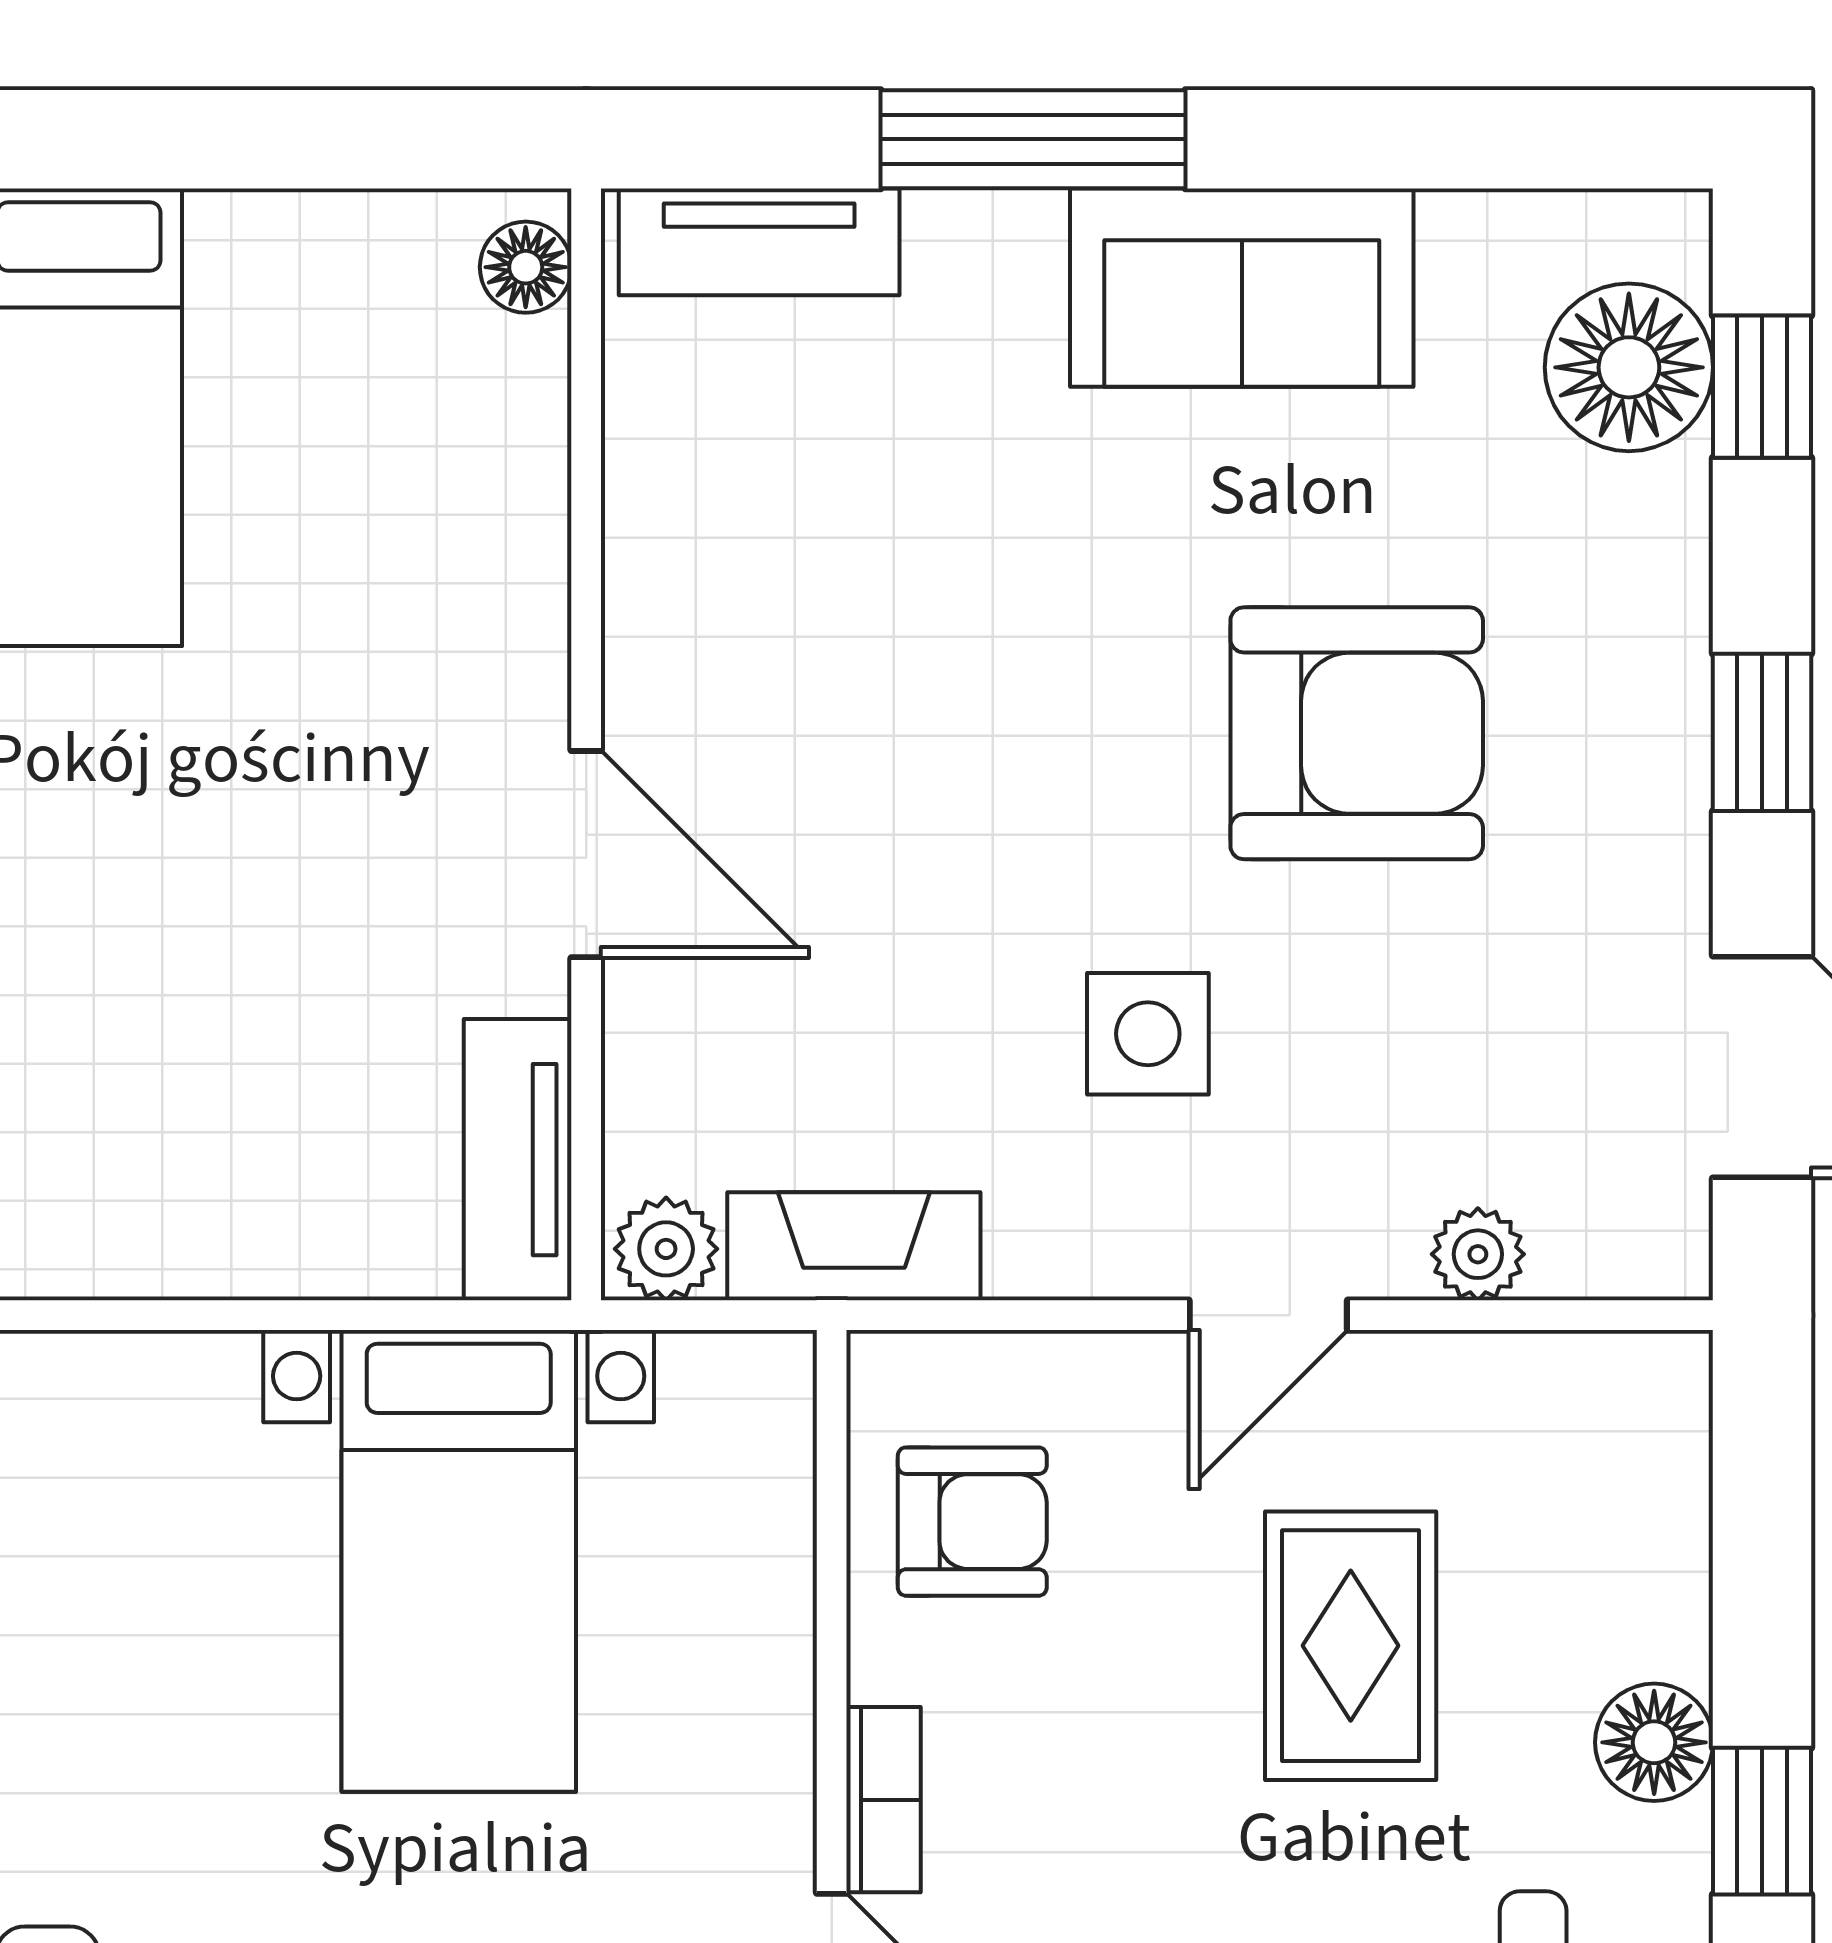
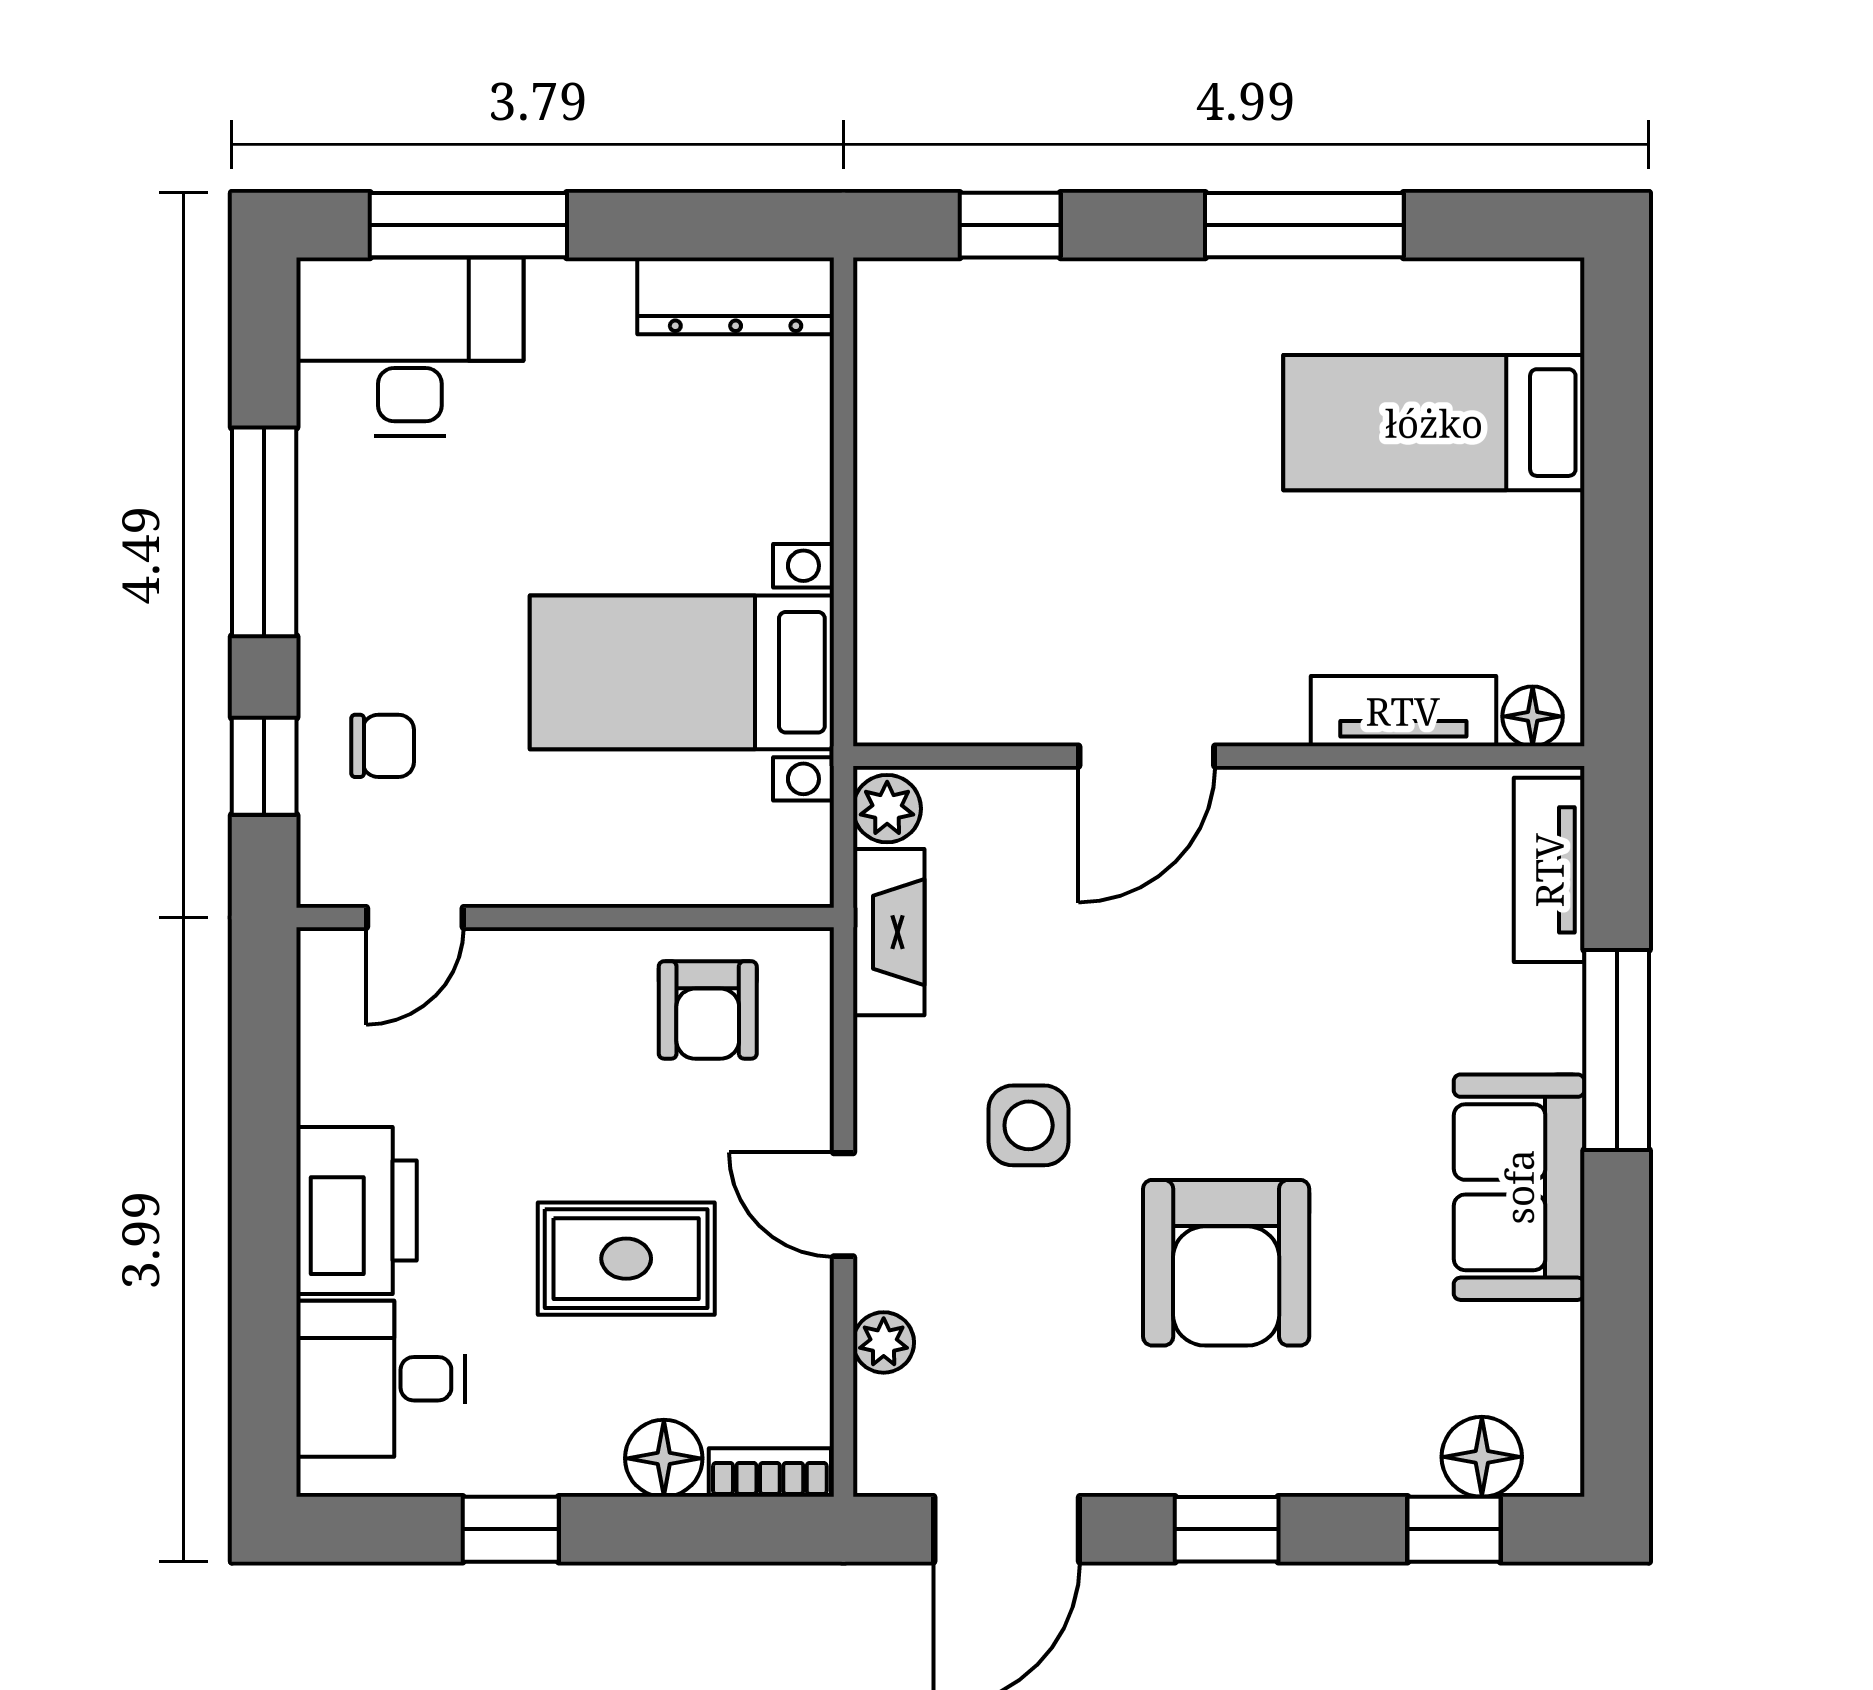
floor lamp: (1629, 367) -> (1482, 1457), width x0.73, depth x0.73
tv unit: (518, 1160) -> (1403, 711), moved
floor lamp: (1654, 1742) -> (664, 1458), moved
bookcase: (883, 1800) -> (770, 1473), moved, turned 180

